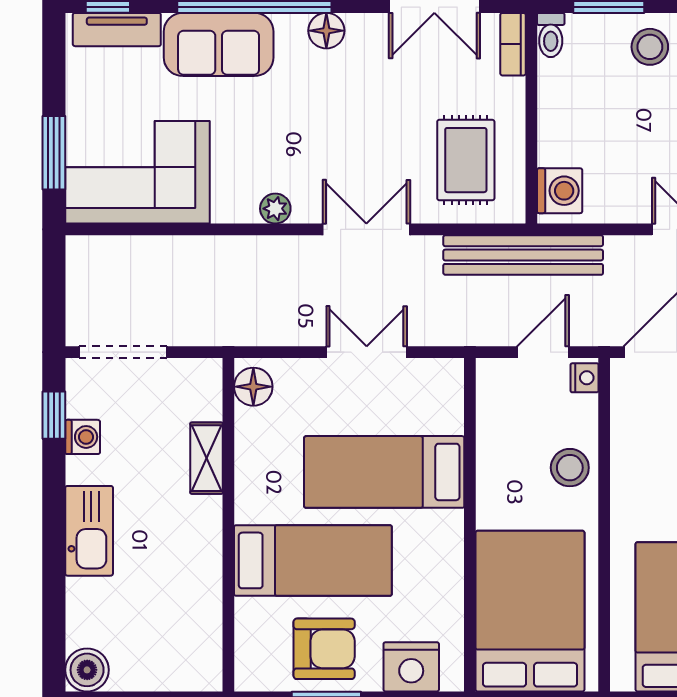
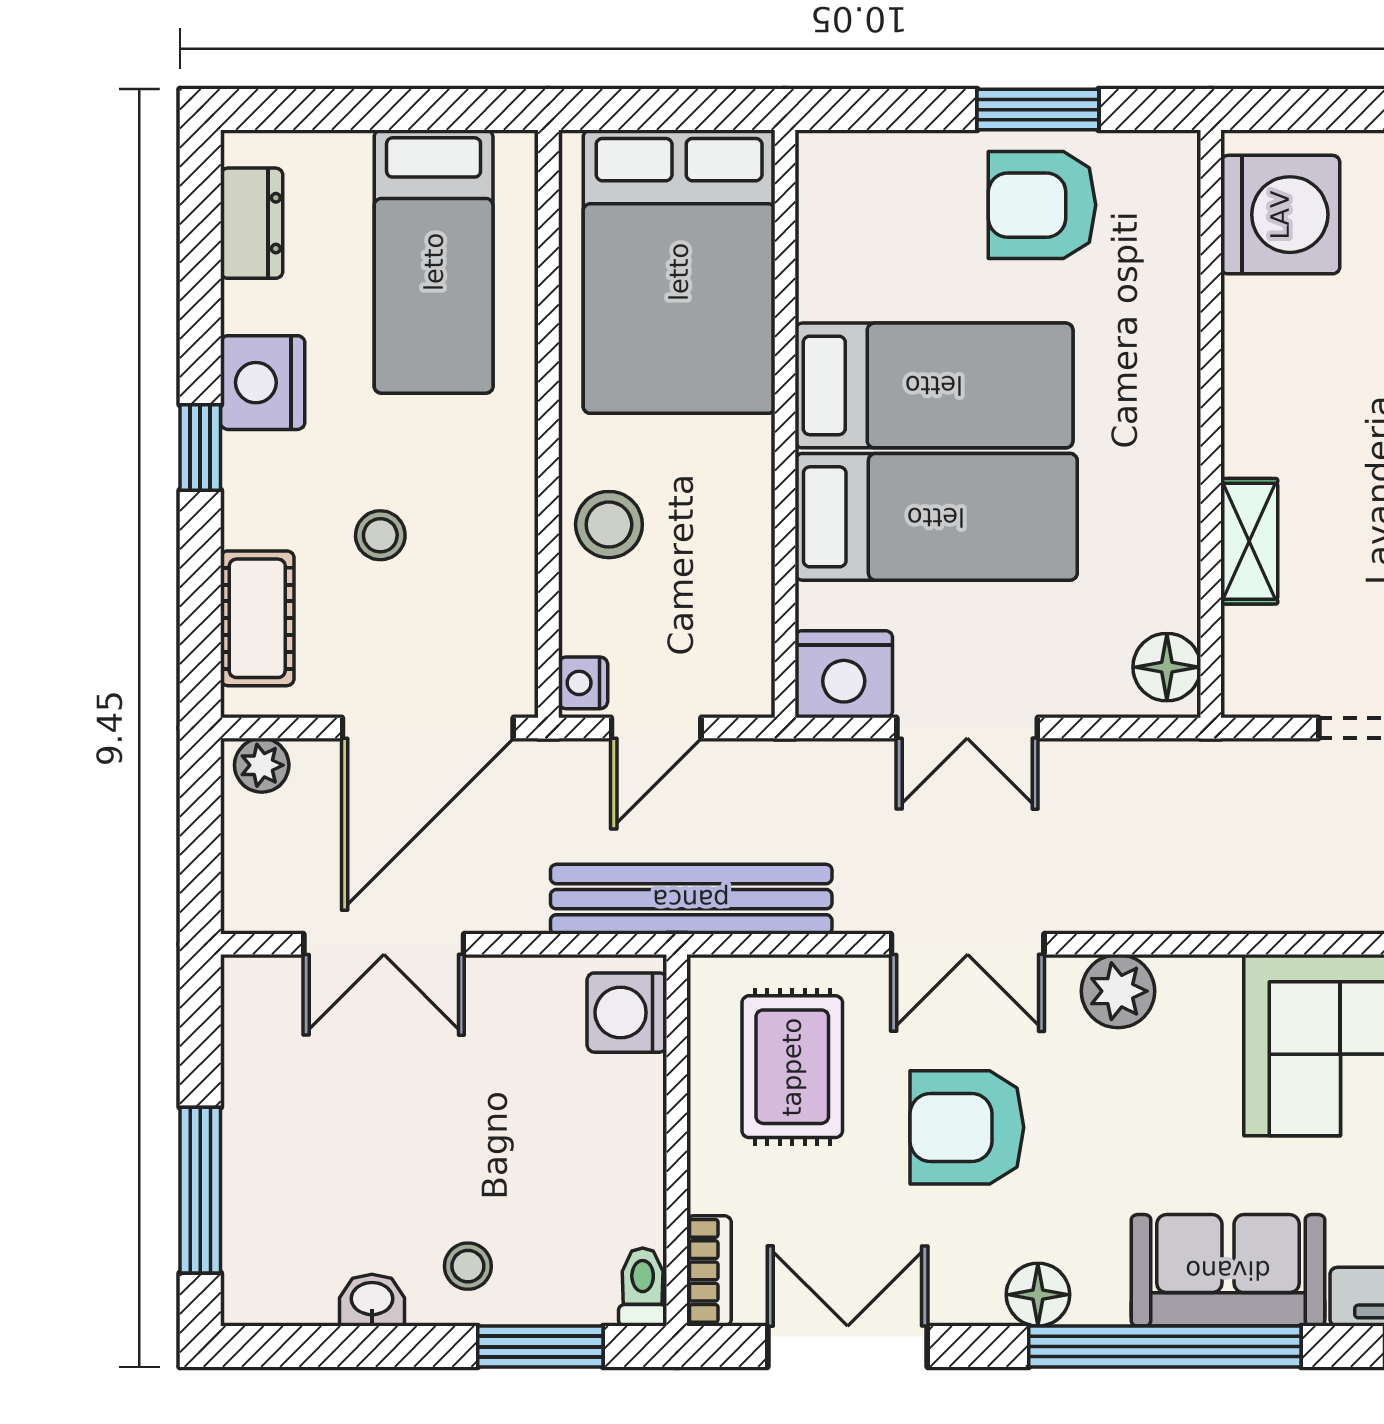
stool: (650, 47) -> (468, 1266), width x0.73, depth x0.73
armchair: (367, 126) -> (967, 1127), added
plant: (275, 209) -> (1118, 991), width x1.38, depth x1.38
bed: (313, 560) -> (934, 385), moved, turned 180
washing machine: (189, 643) -> (1280, 215), added
nightstand: (411, 667) -> (844, 674), moved, turned 180

